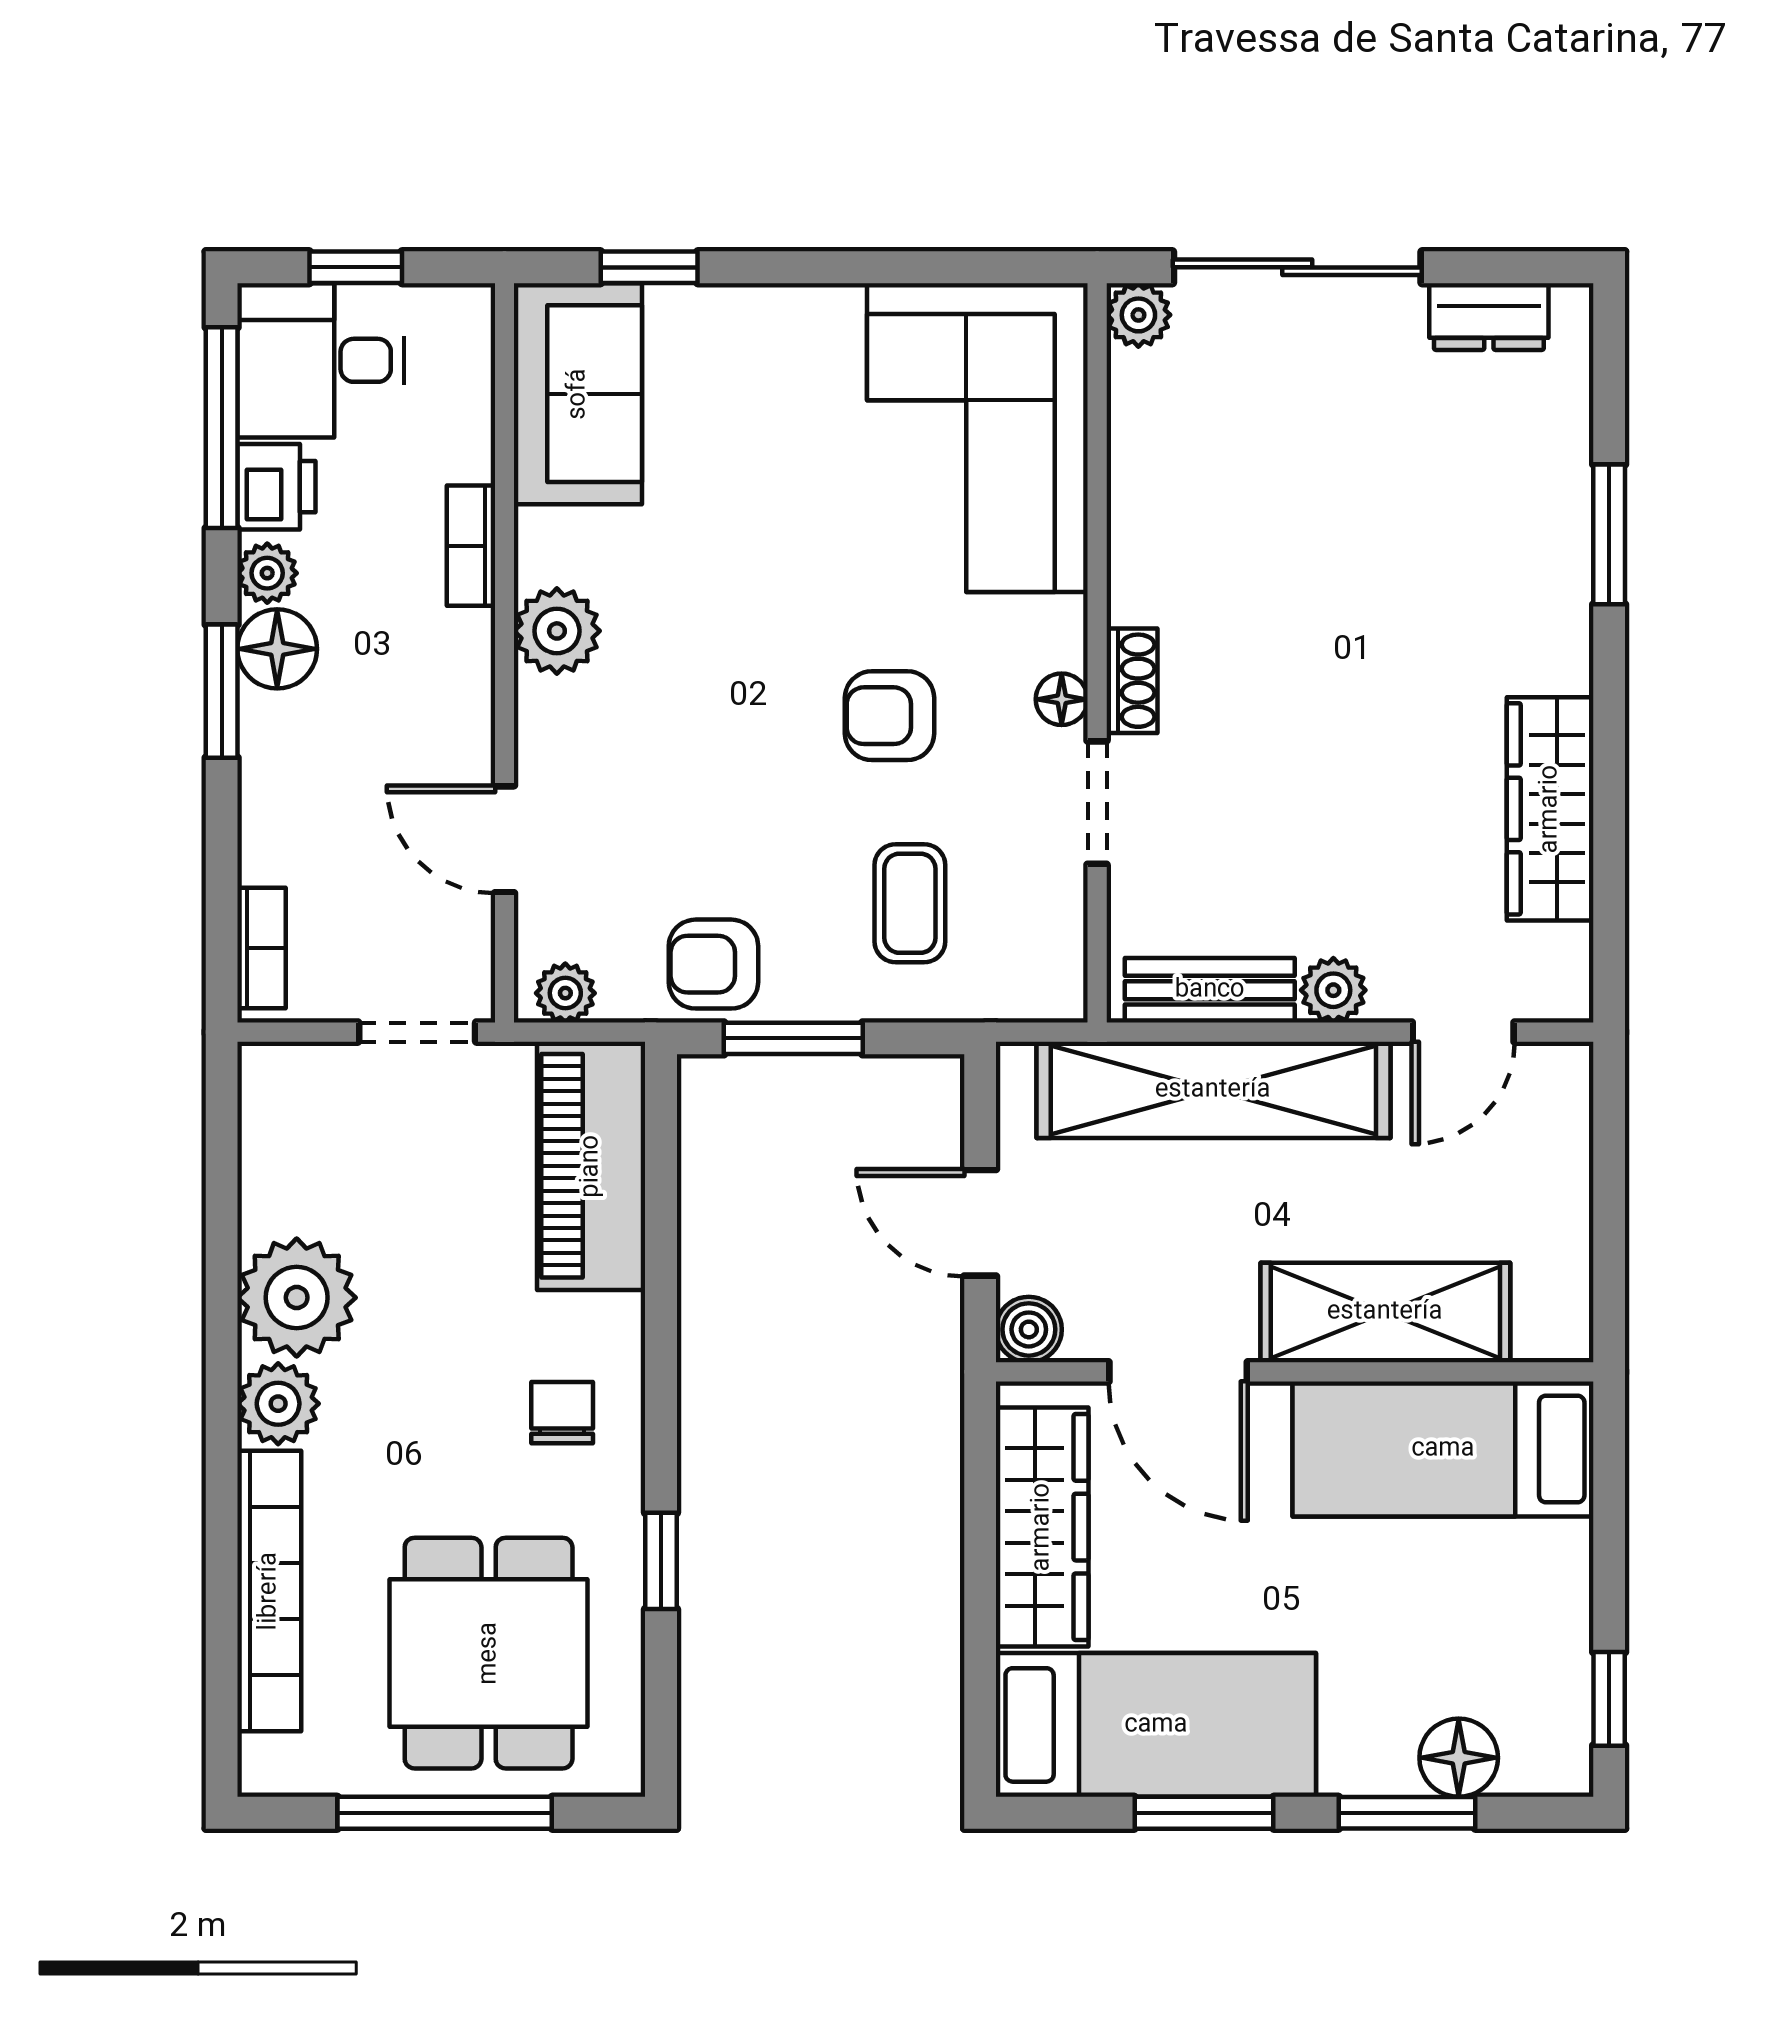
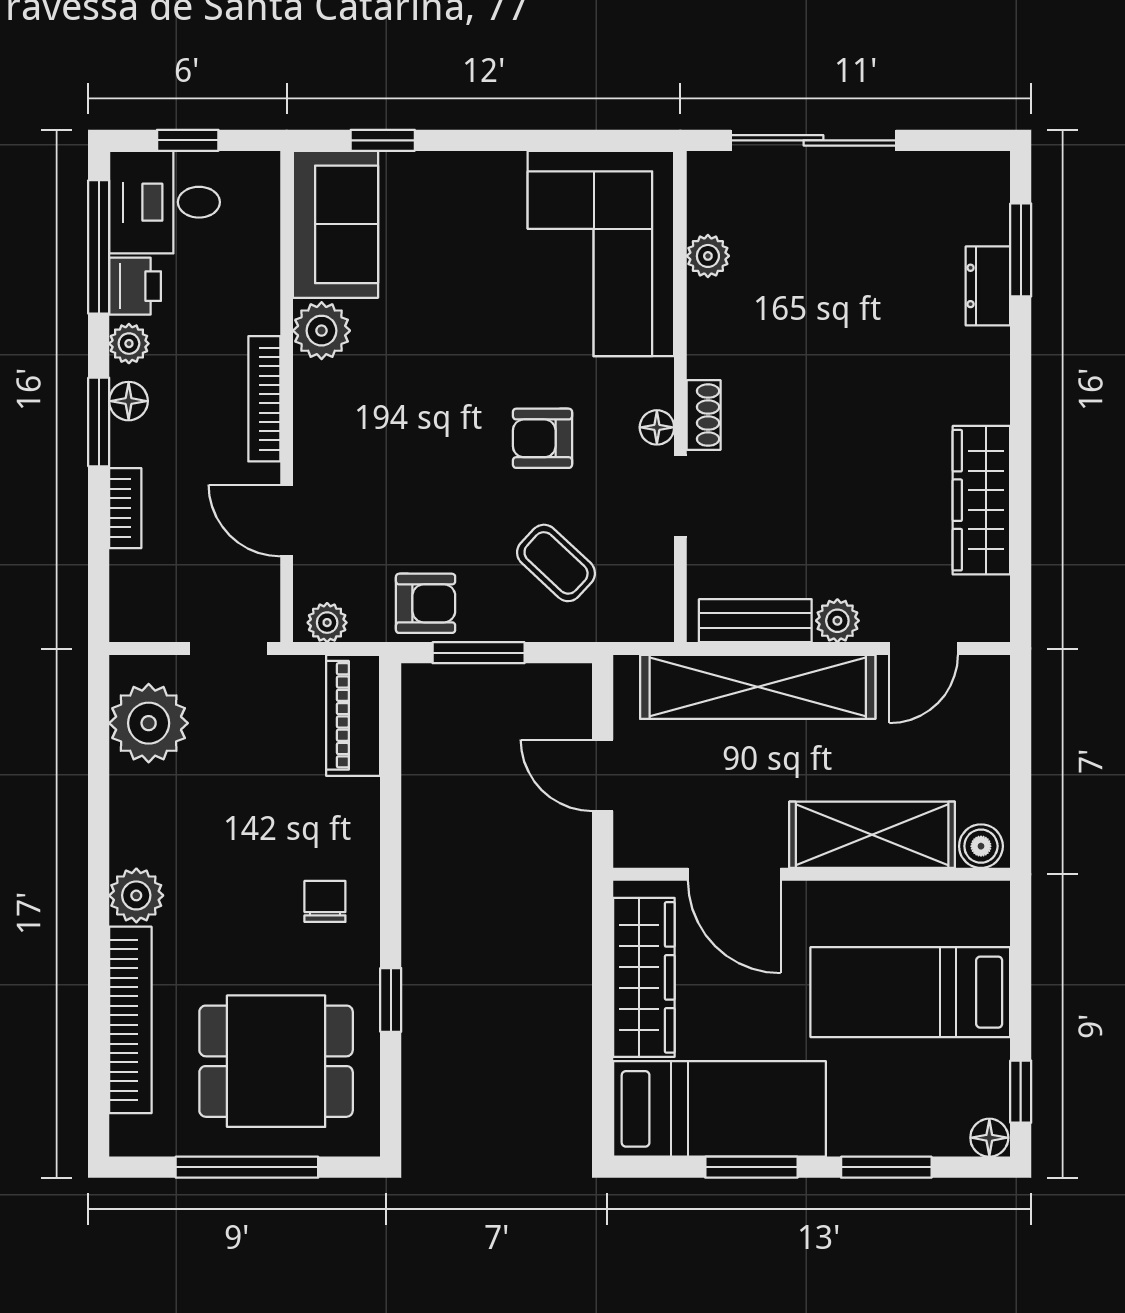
plant: (1138, 315) -> (708, 256), moved
dresser: (1489, 317) -> (988, 286), moved, turned 90
window: (1609, 534) -> (1021, 250), moved
bookcase: (471, 546) -> (264, 399), moved, width x1.56
plant: (557, 631) -> (322, 331), moved
floor lamp: (277, 649) -> (129, 401), width x0.73, depth x0.73
coffee table: (910, 903) -> (556, 563), turned -47
bookcase: (262, 948) -> (125, 508), moved
armchair: (713, 964) -> (426, 603), turned 180
piano: (591, 1166) -> (353, 715), width x0.73, depth x0.75
plant: (297, 1298) -> (149, 723), moved
boiler: (1029, 1329) -> (981, 846), moved
bed: (1443, 1449) -> (910, 992), moved
dining table: (489, 1653) -> (276, 1061), turned 90
floor lamp: (1459, 1758) -> (989, 1138), moved, width x0.73, depth x0.73

